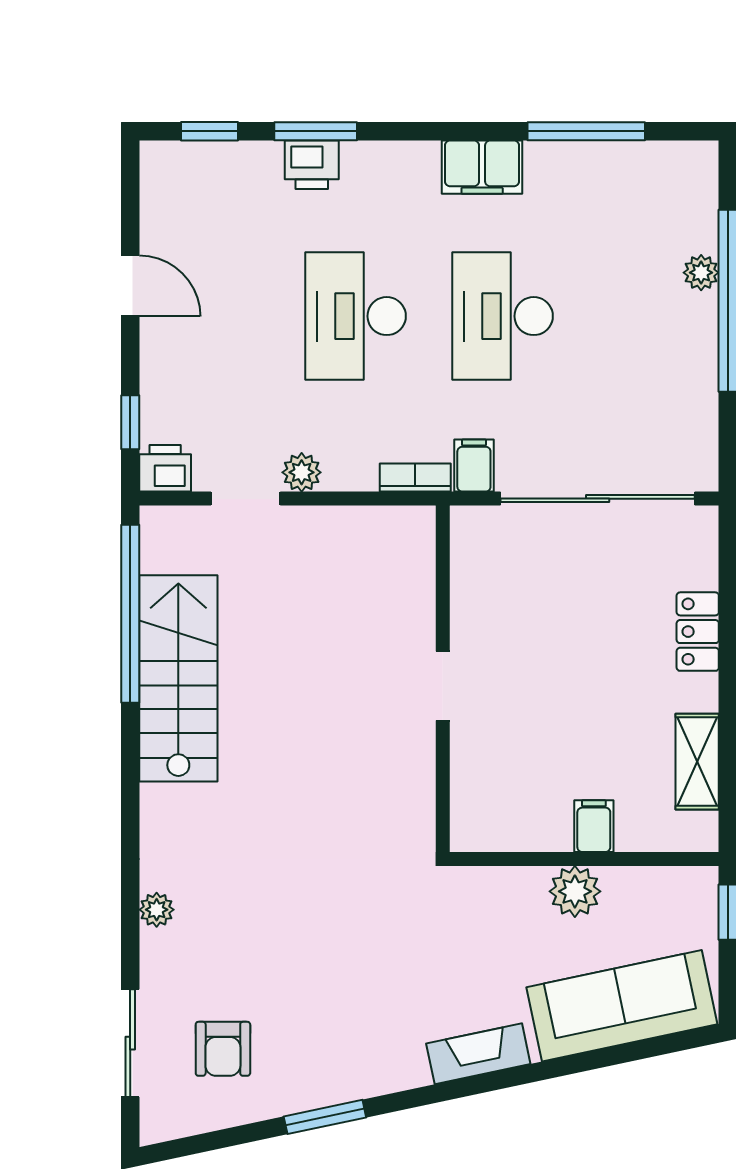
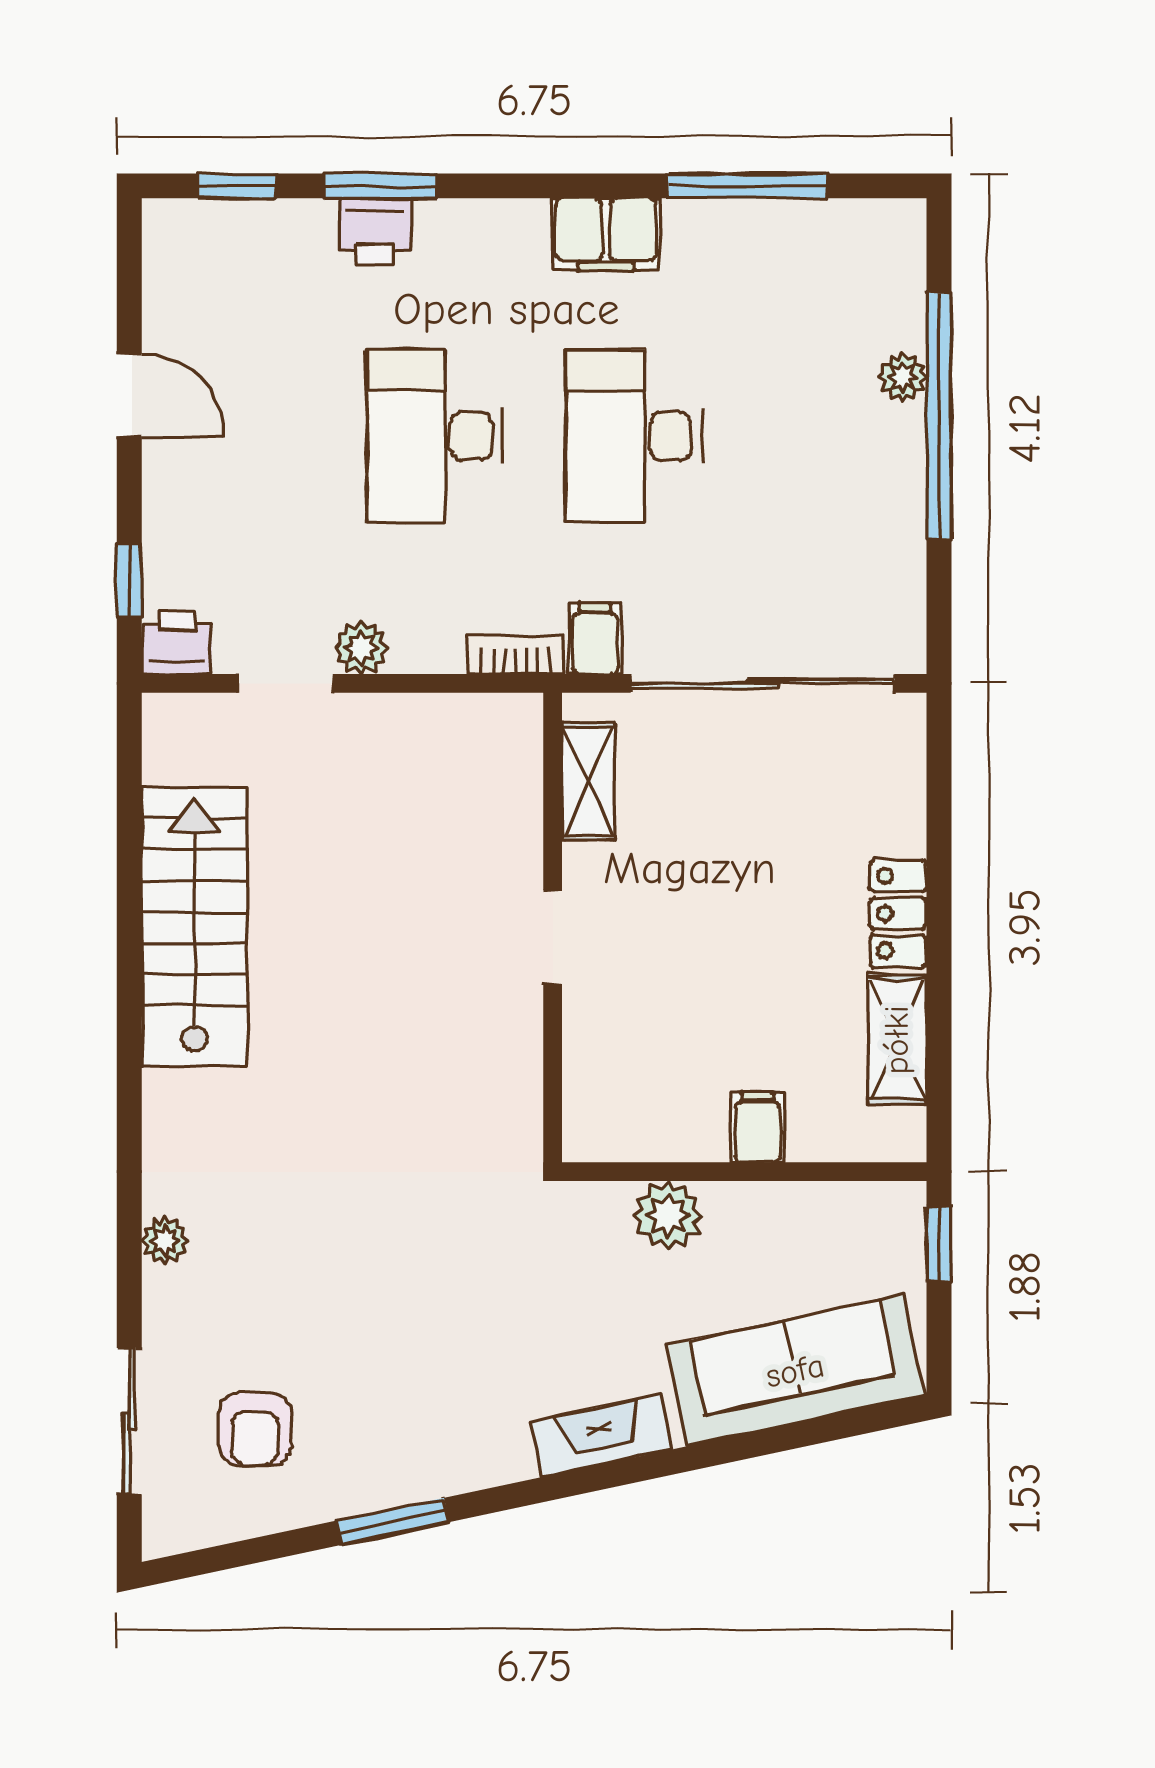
shelving: (469, 571) -> (588, 781), added
window: (130, 614) -> (129, 839), removed
locker: (698, 632) -> (898, 913), moved
plant: (575, 891) -> (668, 1216), moved

